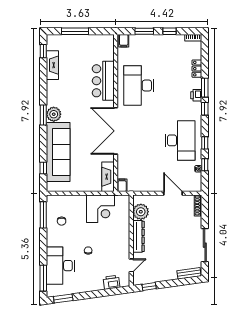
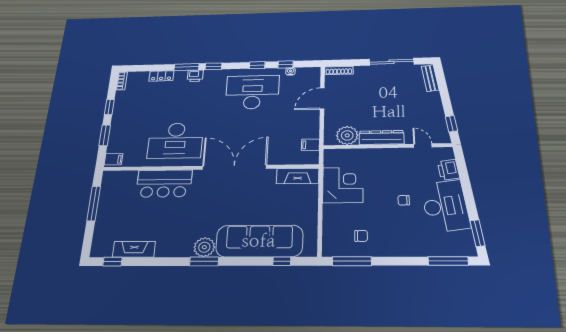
window: (75, 31) -> (94, 204), moved
double door: (116, 131) -> (234, 167), swing flipped
filing cabinet: (122, 185) -> (310, 145), moved
desk: (60, 266) -> (445, 206), moved, turned -98

